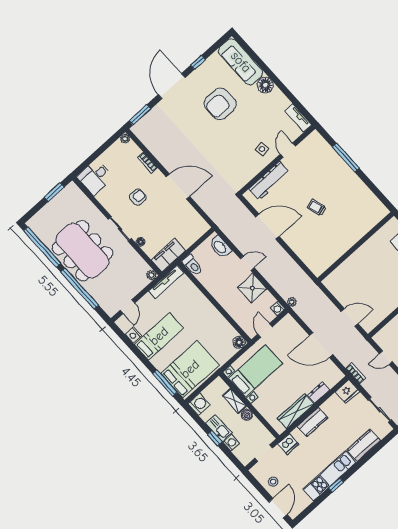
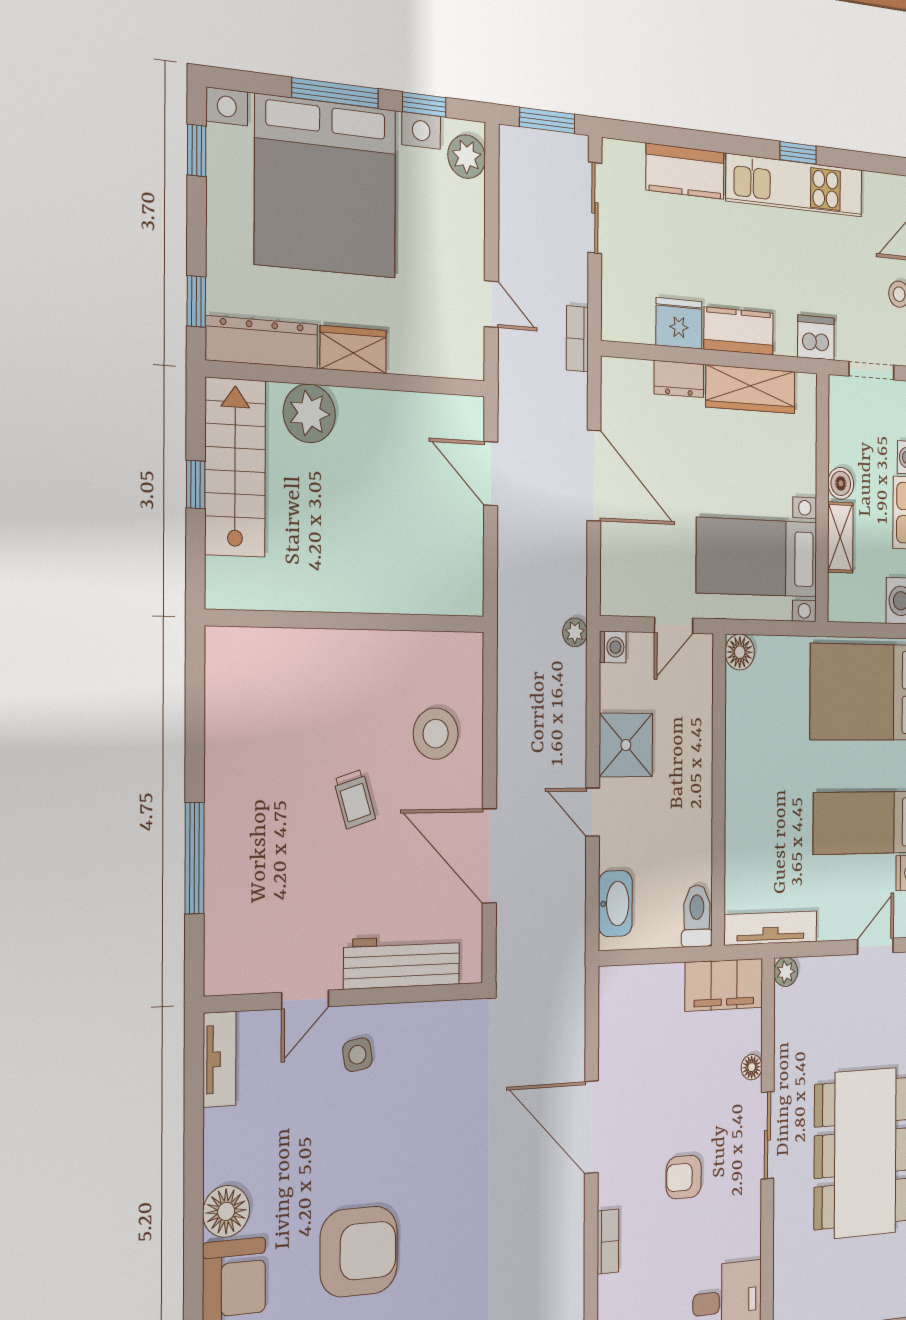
stool: (309, 242) -> (436, 734), added
fridge: (347, 392) -> (679, 323), moved

